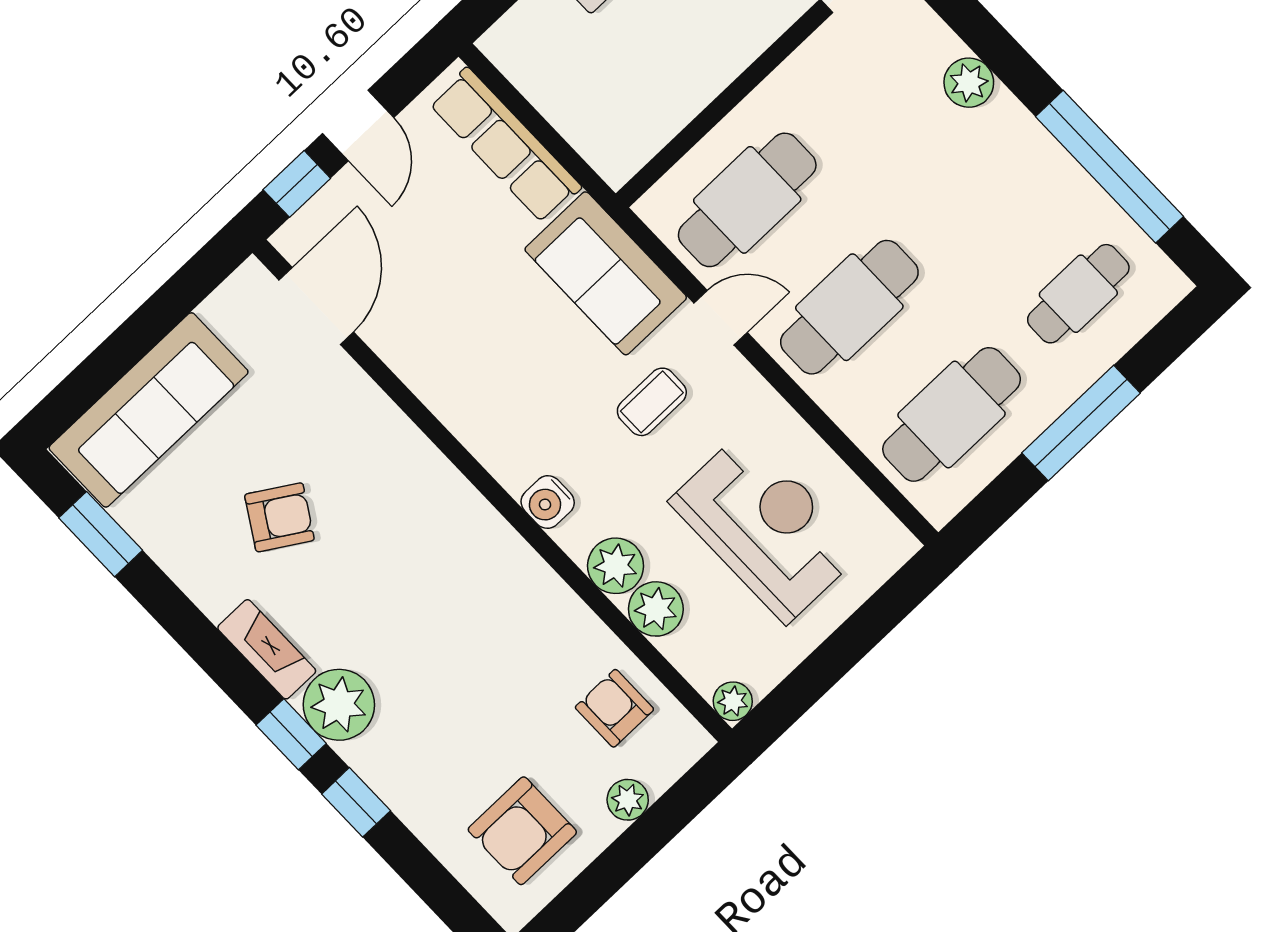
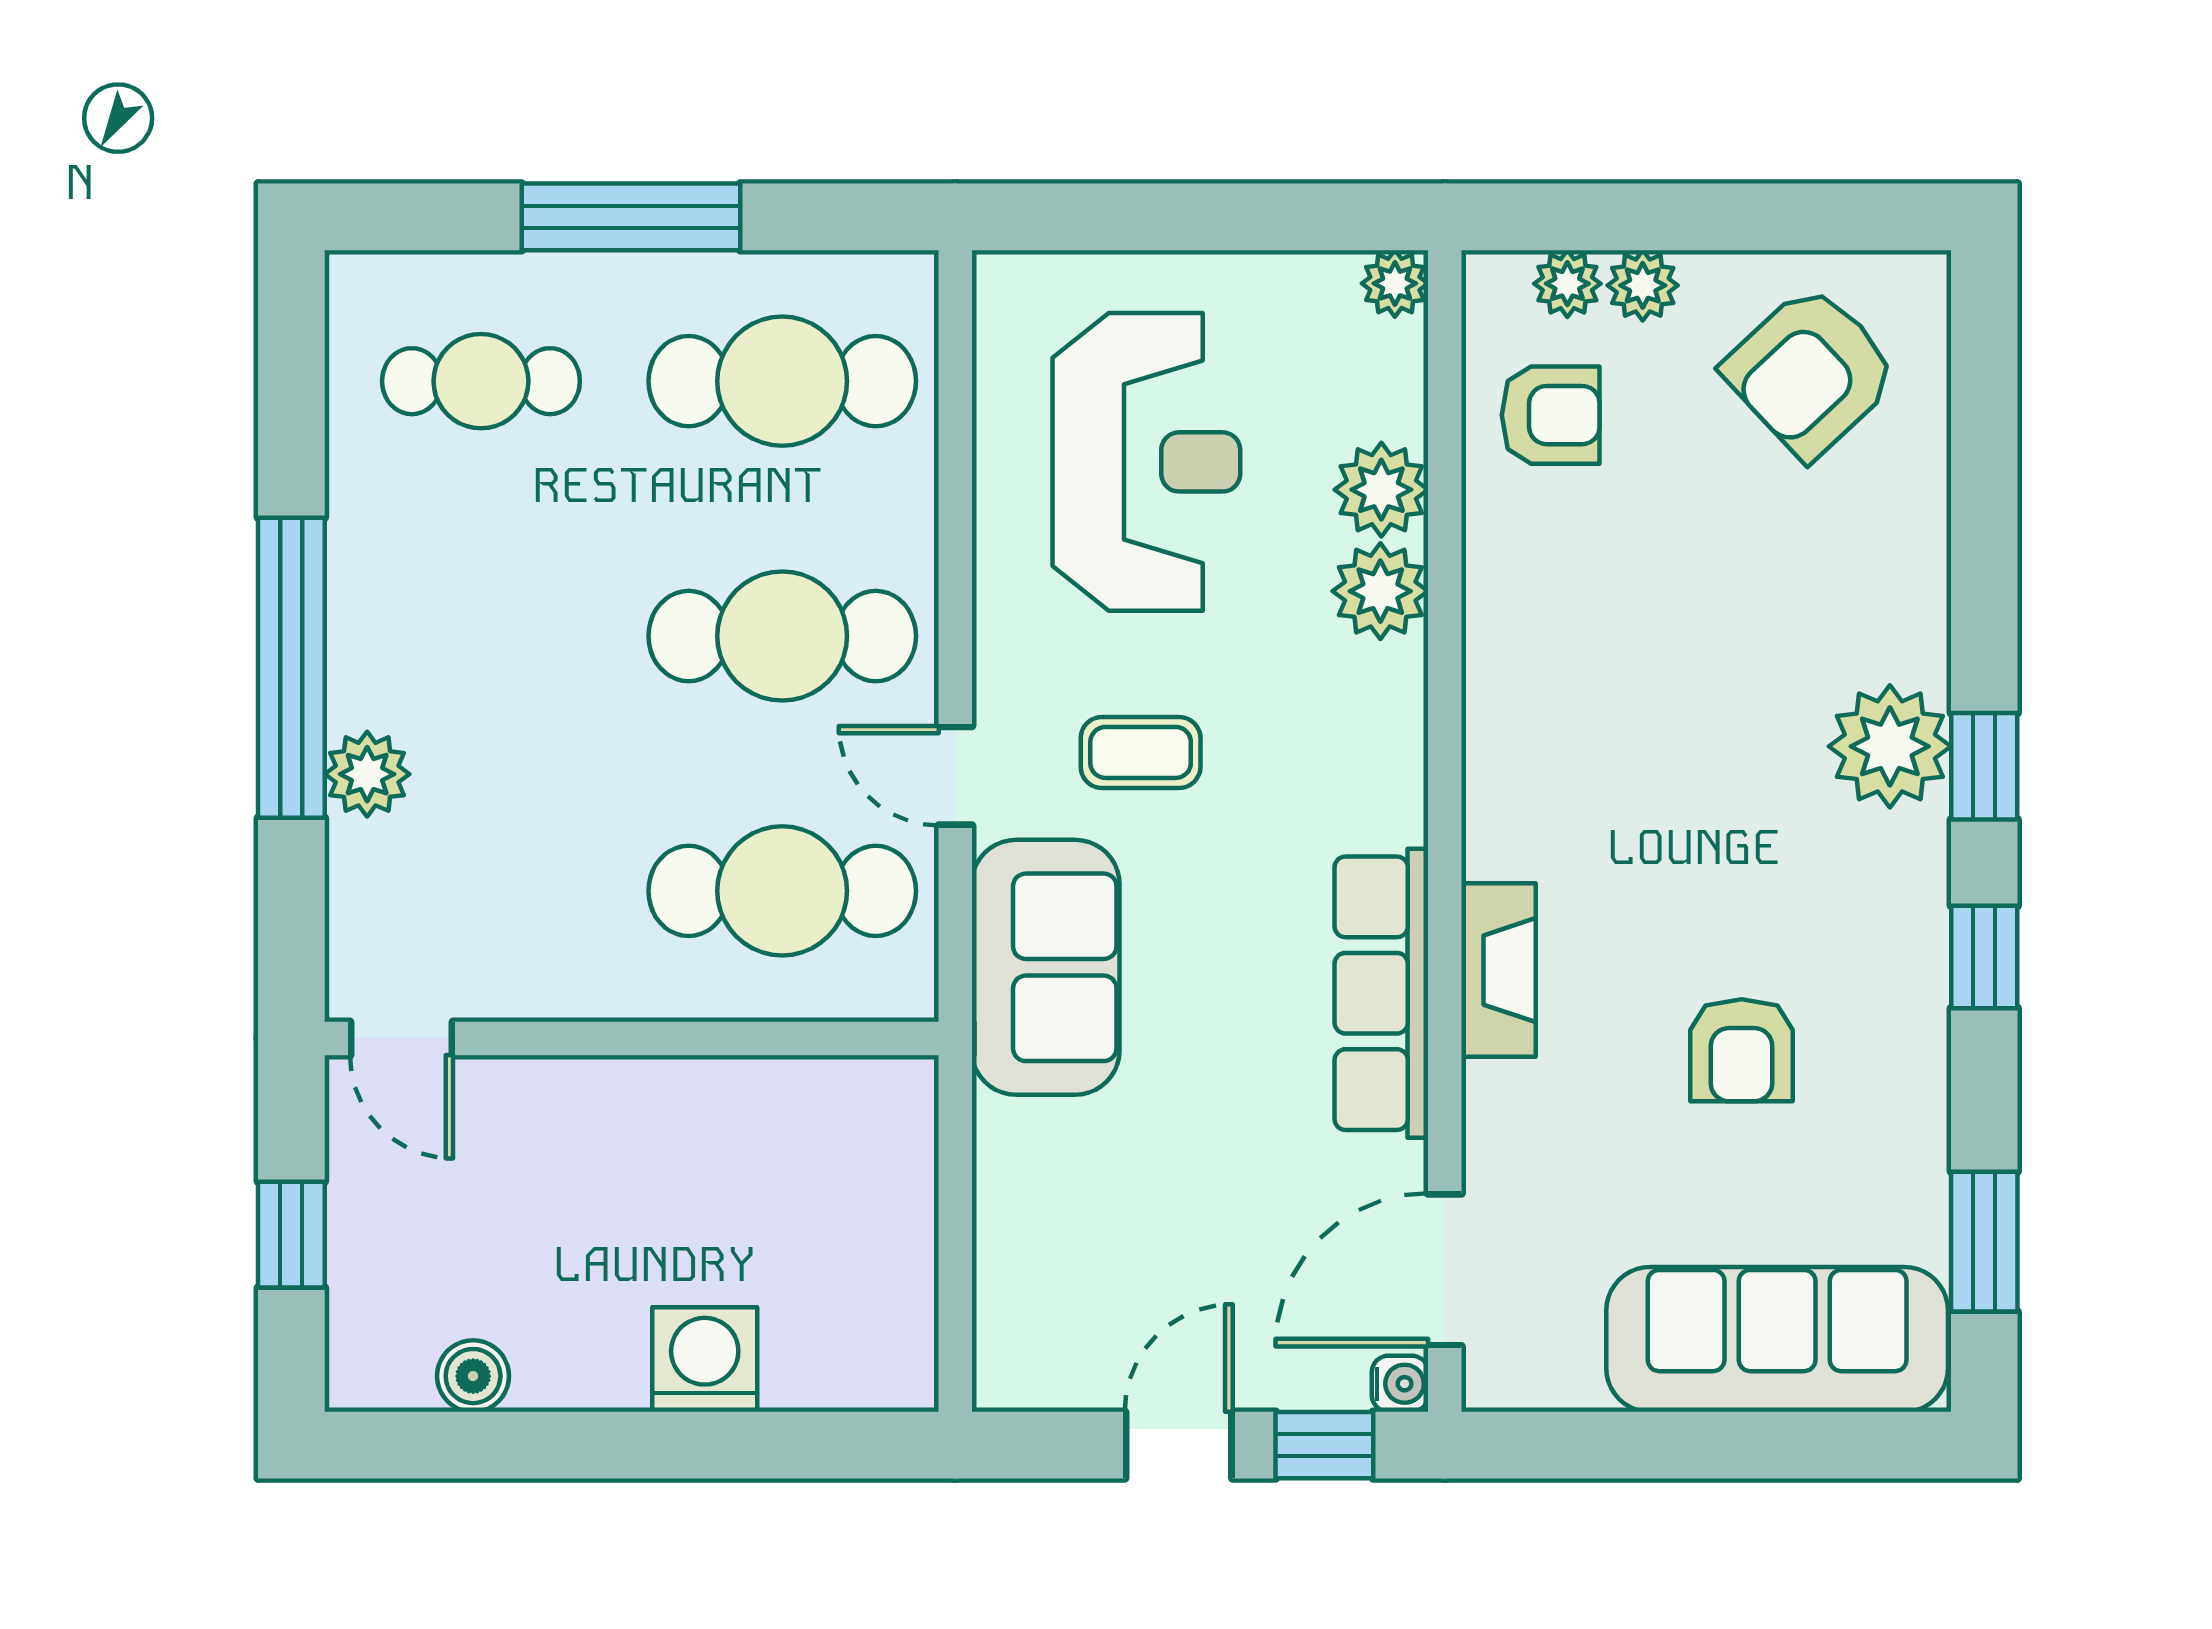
row of seats: (505, 145) -> (1381, 993), moved, turned 180
window: (1109, 167) -> (291, 668), moved
water cooler: (548, 502) -> (1400, 1384), moved, width x0.72, depth x0.72
armchair: (279, 517) -> (1742, 1050), turned -122
reception desk: (766, 526) -> (1146, 462), turned 180
fireplace: (267, 649) -> (1499, 970), moved, turned 180
armchair: (614, 708) -> (1551, 415), turned -90
plant: (660, 770) -> (1567, 284), added
window: (356, 802) -> (1984, 957), moved
armchair: (522, 831) -> (1811, 372), turned 137

